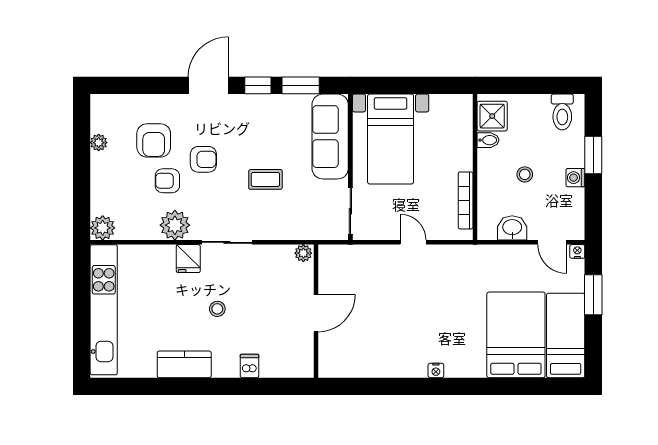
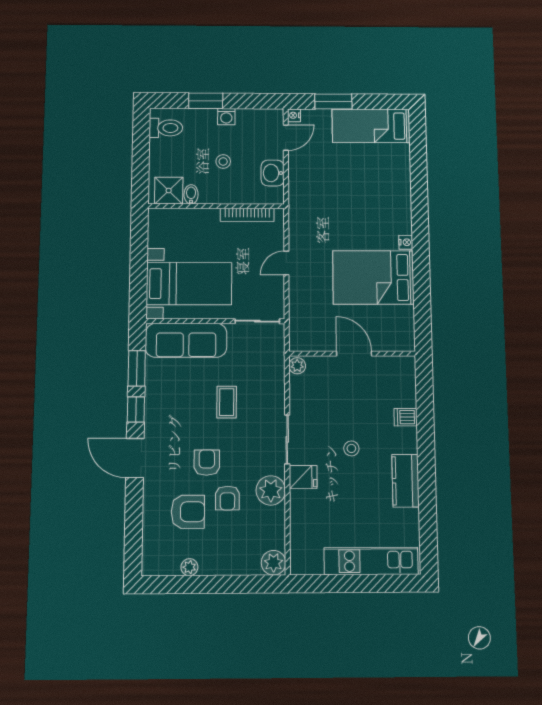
kitchen unit: (104, 310) -> (371, 561), width x0.73
bed: (516, 335) -> (373, 277), moved

